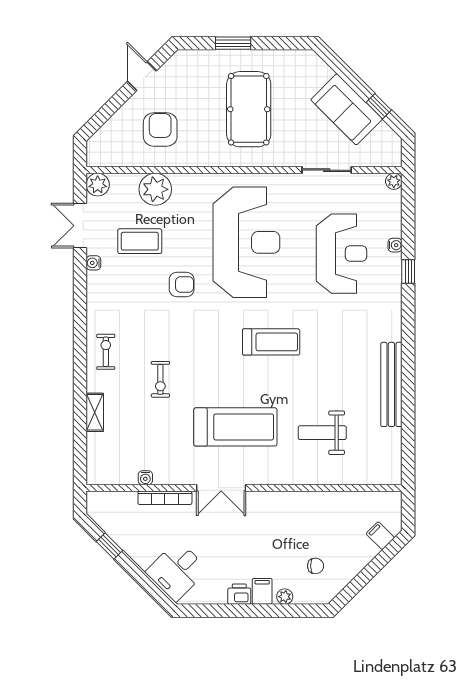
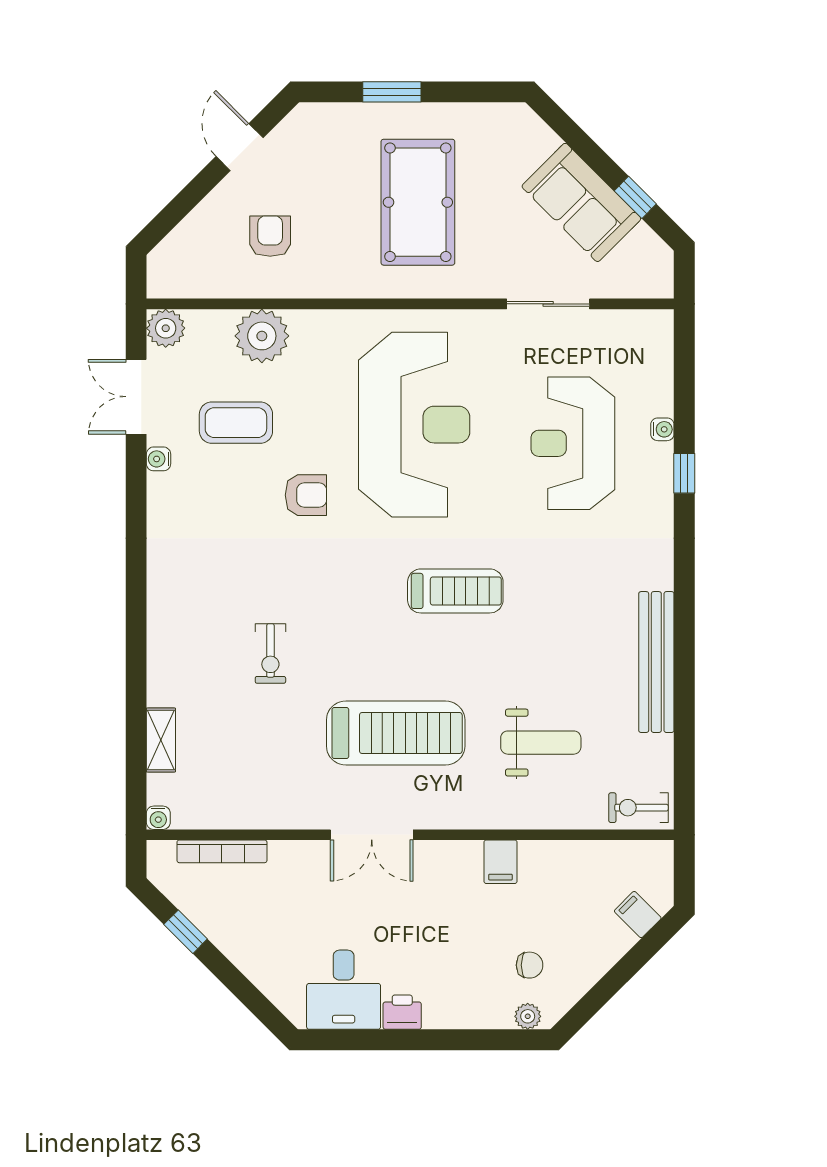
armchair: (160, 130) -> (270, 236), width x0.72, depth x0.72
plant: (394, 181) -> (660, 323), removed
reception desk: (341, 254) -> (573, 443), turned 180
exercise bike: (106, 352) -> (638, 808), moved, turned -90
shelving: (95, 412) -> (161, 740), moved
weight bench: (322, 433) -> (541, 743), turned 180
water cooler: (145, 478) -> (158, 818), moved
bookcase: (165, 498) -> (222, 851), moved
desk: (177, 571) -> (344, 990), moved, turned -45
filing cabinet: (262, 591) -> (500, 862), moved, turned 180
plant: (285, 597) -> (528, 1016), moved

